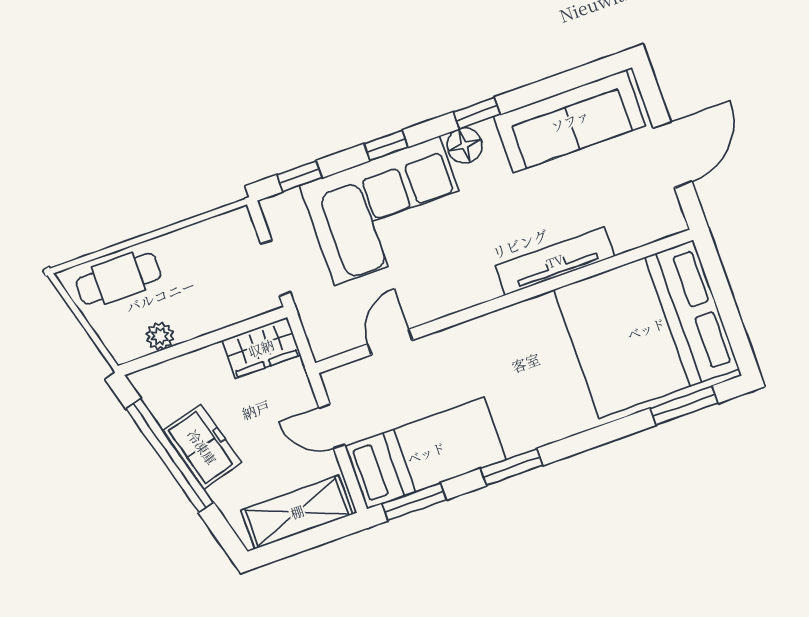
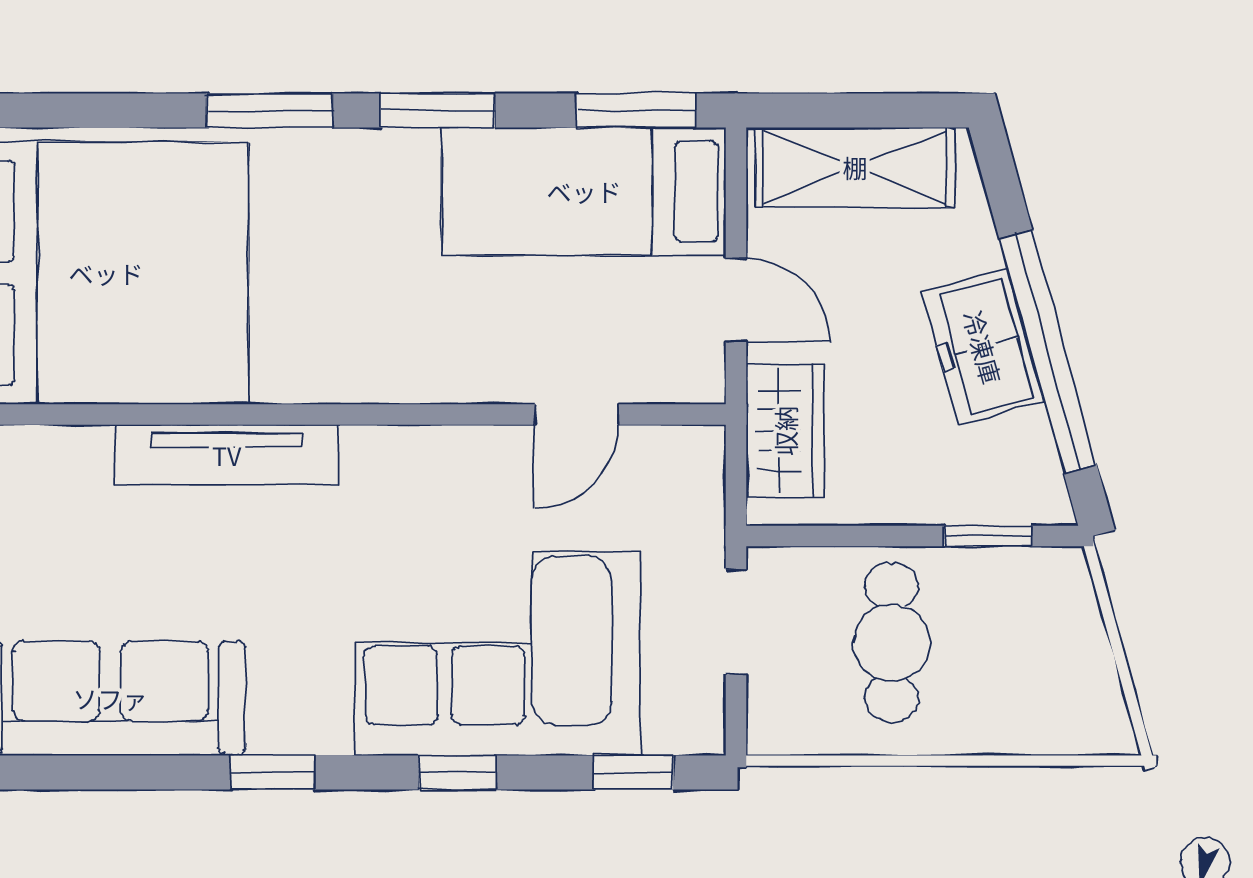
floor lamp: (464, 145) -> (316, 722), removed
cafe table: (118, 279) -> (892, 642), moved, turned 90
plant: (160, 336) -> (989, 573), removed
wardrobe: (261, 348) -> (785, 431), moved, turned 90
window: (167, 354) -> (988, 536), added
window: (684, 406) -> (269, 111), moved

